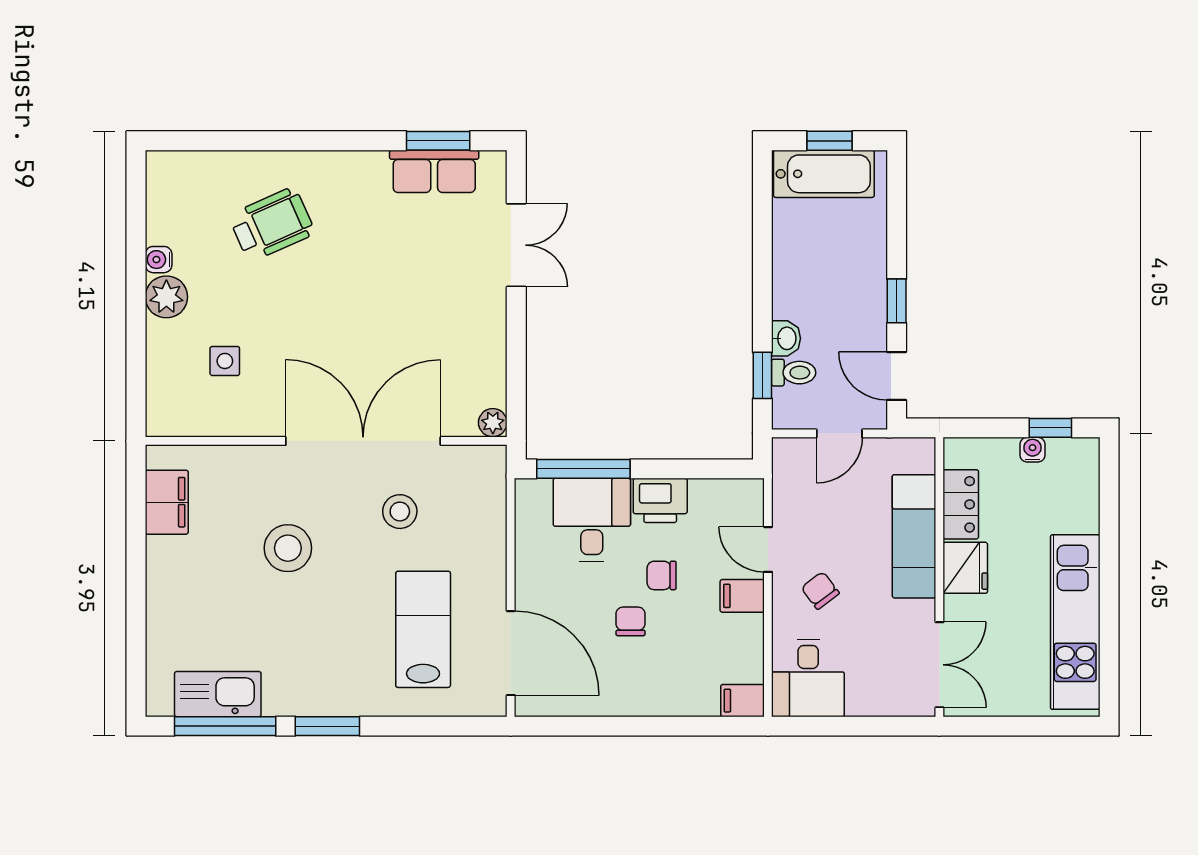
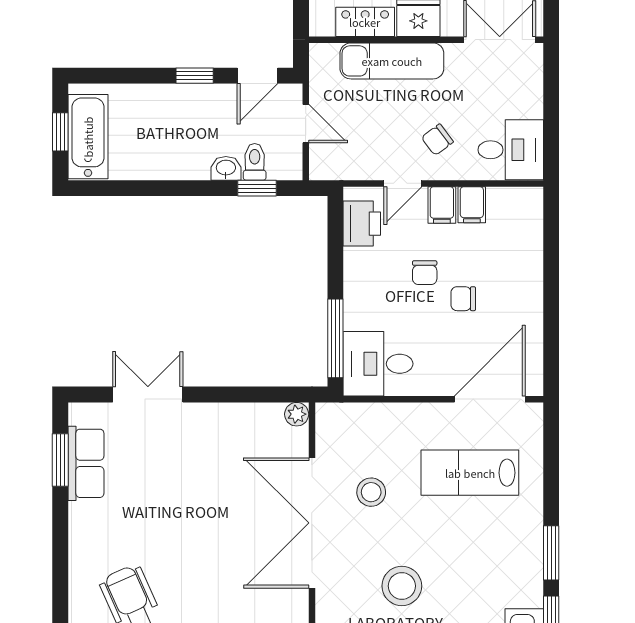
printer: (660, 500) -> (362, 224), moved
desk: (592, 520) -> (378, 364), moved
filing cabinet: (743, 701) -> (472, 205), moved

